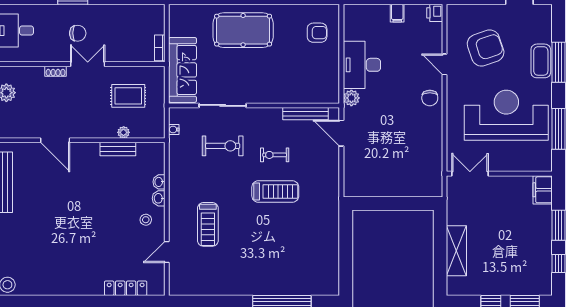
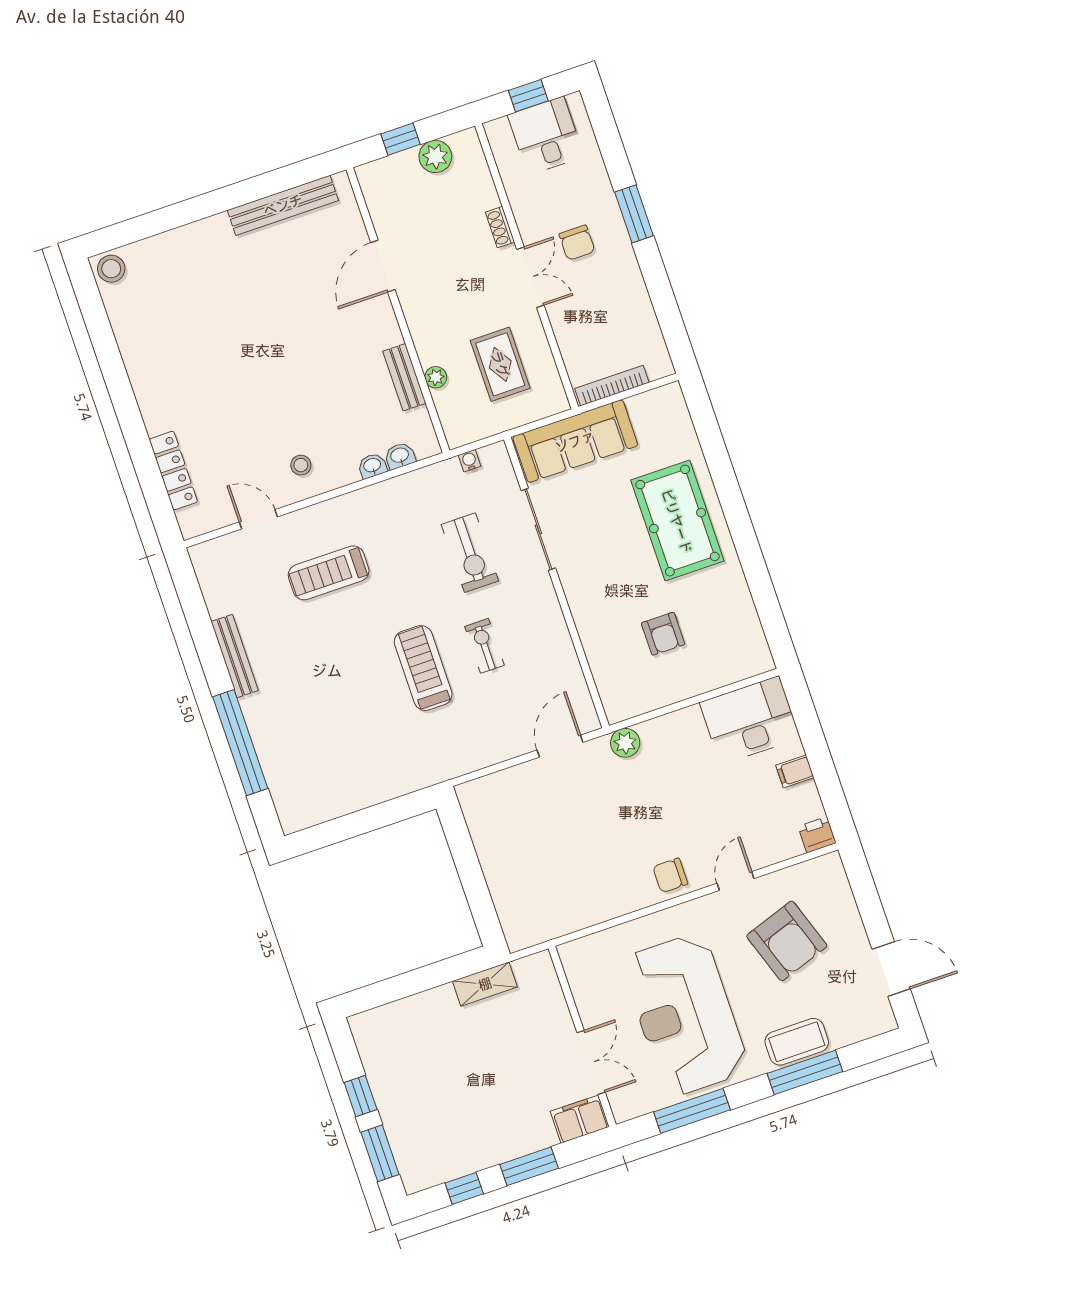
armchair: (317, 33) -> (663, 634), moved
bookcase: (160, 48) -> (612, 386), width x1.56
desk: (362, 65) -> (750, 720), moved
bench: (305, 114) -> (235, 656), moved
reception desk: (506, 115) -> (685, 1015), turned 180
double door: (470, 174) -> (591, 1062), moved
treadmill: (275, 192) -> (423, 668), turned 180
washbasin: (159, 198) -> (400, 456), moved
shelving: (456, 251) -> (485, 984), moved, width x0.67, depth x0.75

